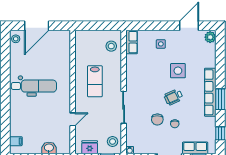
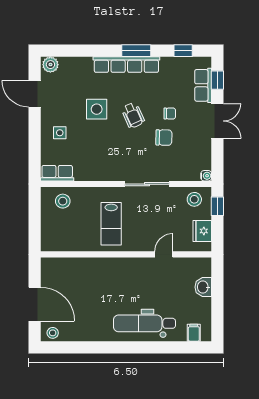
lab bench: (95, 81) -> (111, 224), turned 90
dental chair: (34, 86) -> (144, 323), moved, turned -90
door: (73, 119) -> (164, 254), hinge flipped

